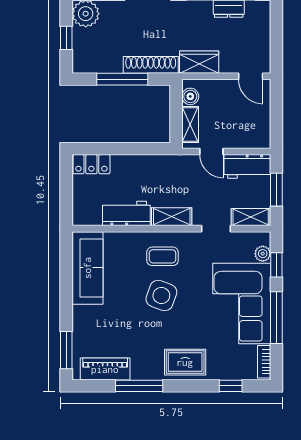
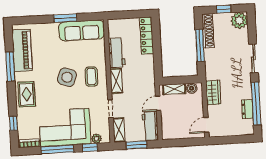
shoe rack: (151, 65) -> (208, 31), moved
locker: (91, 164) -> (146, 36), width x1.53
window: (66, 350) -> (65, 18), moved
piano: (105, 369) -> (22, 50), width x1.37, depth x1.33

